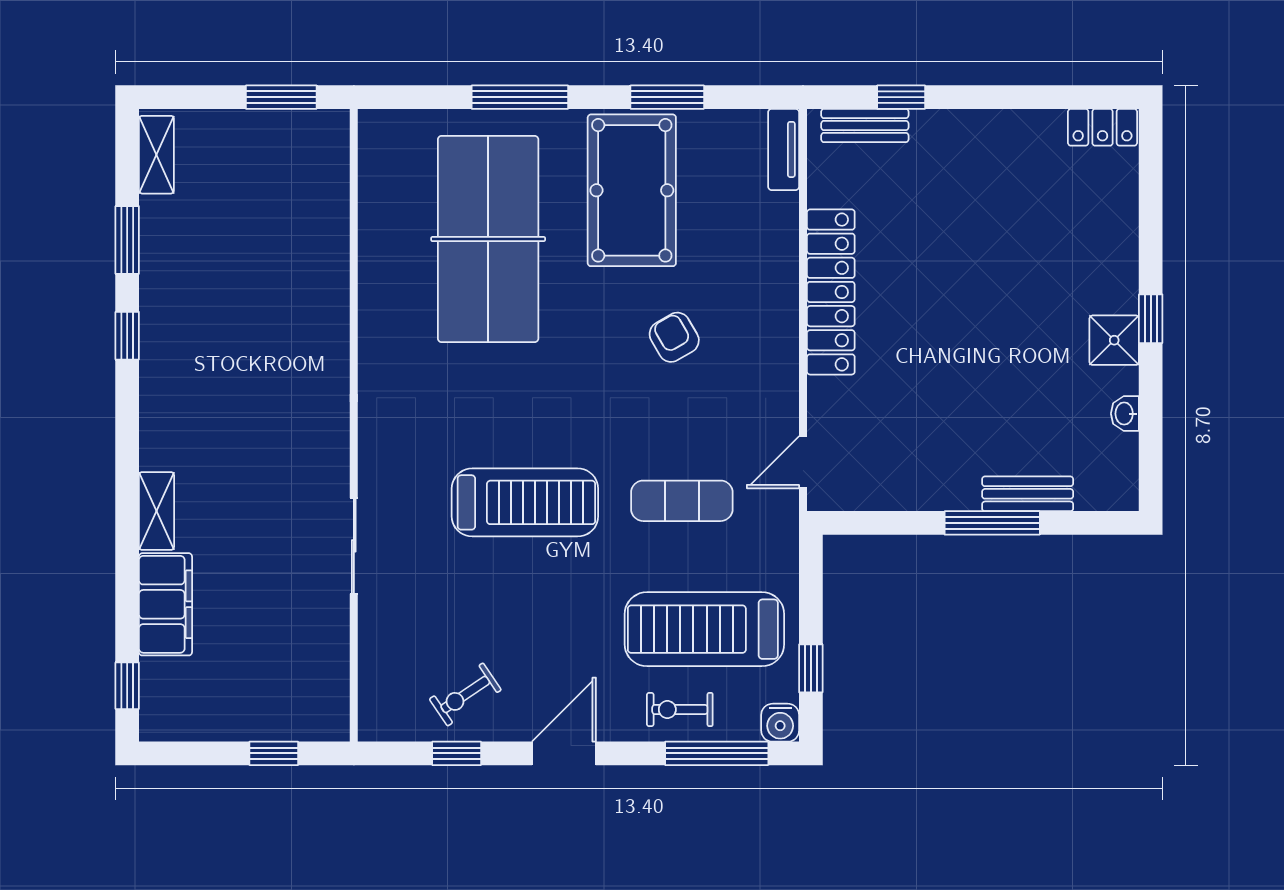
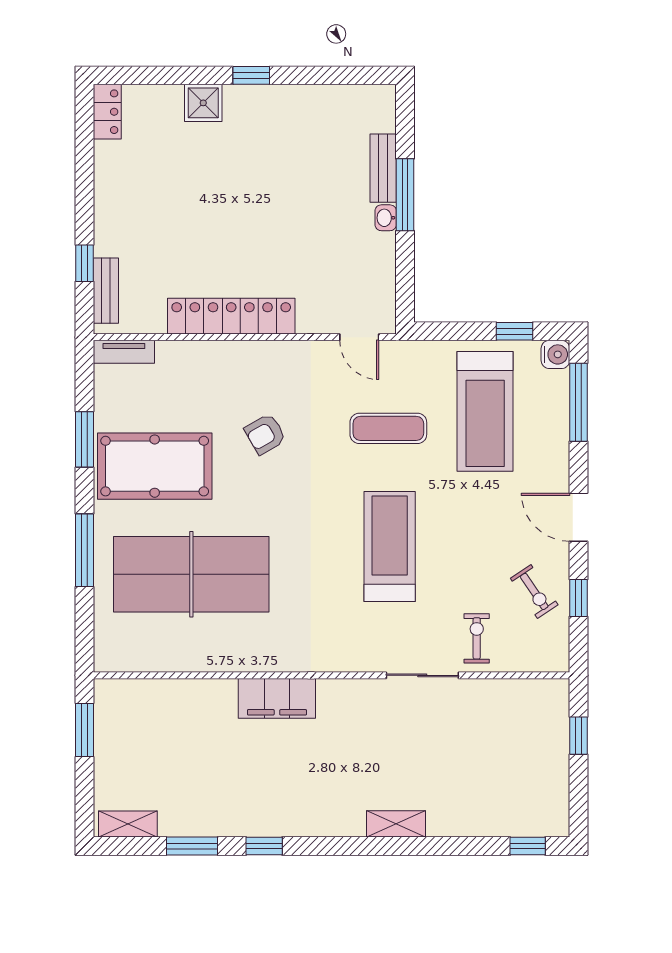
shower: (1114, 340) -> (203, 103), moved
washbasin: (1125, 414) -> (386, 218), moved, turned 90
exercise mat: (682, 501) -> (388, 428), turned 90
filing cabinet: (165, 604) -> (277, 698), moved, turned 180
exercise bike: (680, 710) -> (477, 638), moved, turned 180

